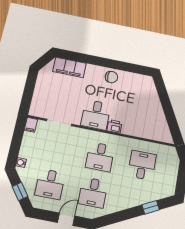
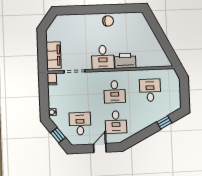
filing cabinet: (69, 67) -> (54, 55), moved, turned -90
printer: (115, 126) -> (125, 61), width x1.87, depth x1.48
desk: (50, 184) -> (80, 124), turned 180

